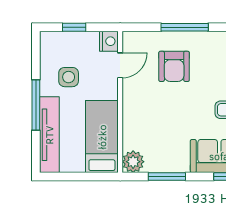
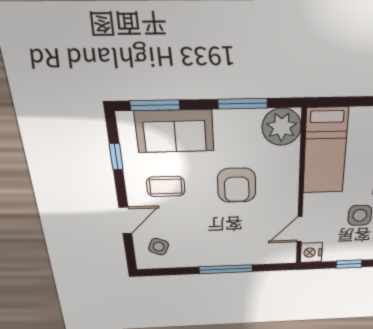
armchair: (174, 66) -> (237, 185), moved, turned 180
plant: (133, 162) -> (282, 127), width x1.36, depth x1.36

